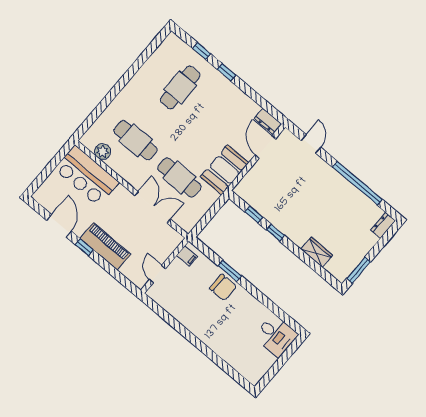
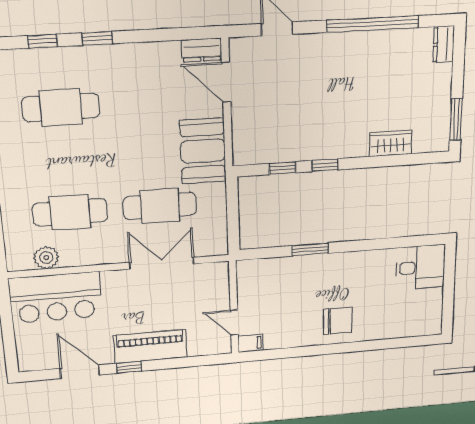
cafe table: (180, 87) -> (61, 107), turned 90
filing cabinet: (187, 256) -> (250, 343), moved
chair: (223, 287) -> (338, 321), moved

